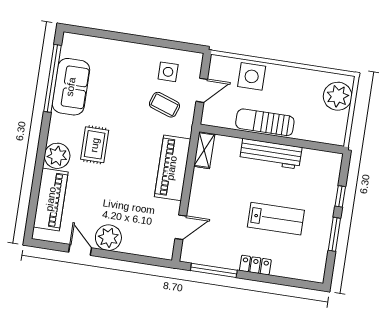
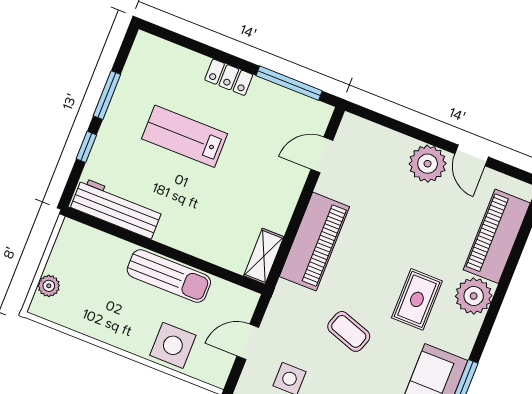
plant: (338, 96) -> (49, 286), width x0.53, depth x0.53
coffee table: (164, 105) -> (349, 331), moved
workbench: (271, 154) -> (117, 208), moved

